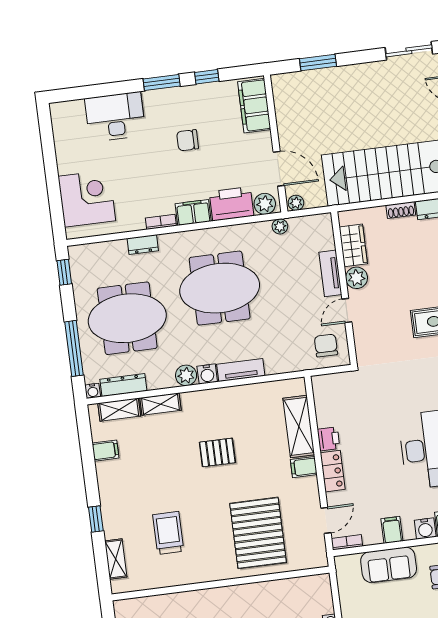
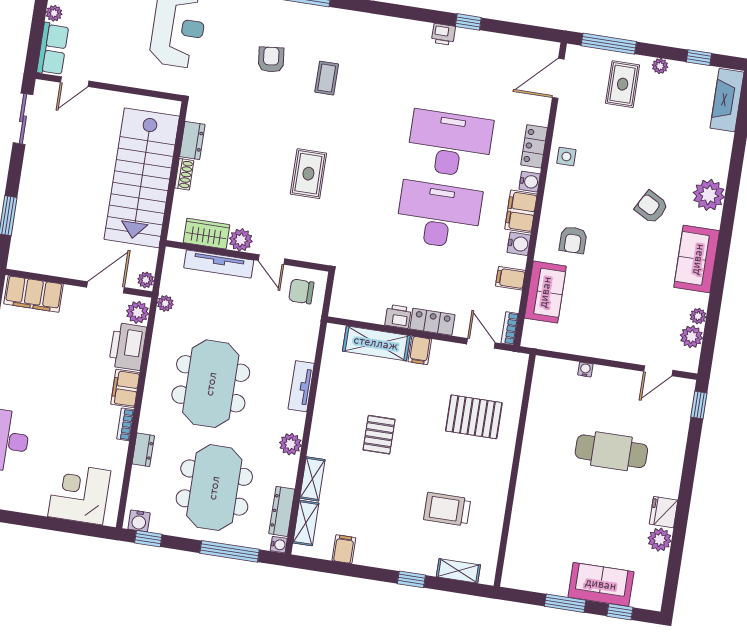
chair: (188, 140) -> (49, 373), removed
tv unit: (330, 273) -> (219, 264), width x1.41
water cooler: (207, 374) -> (139, 521), moved, turned 90
pallet: (258, 533) -> (474, 417), width x0.73, depth x0.71

